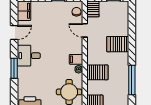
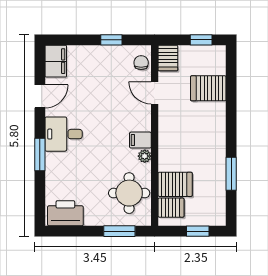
server rack: (118, 44) -> (208, 88), moved
server rack: (97, 72) -> (175, 184), moved
window: (132, 80) -> (231, 174), width x0.69

